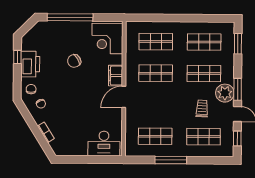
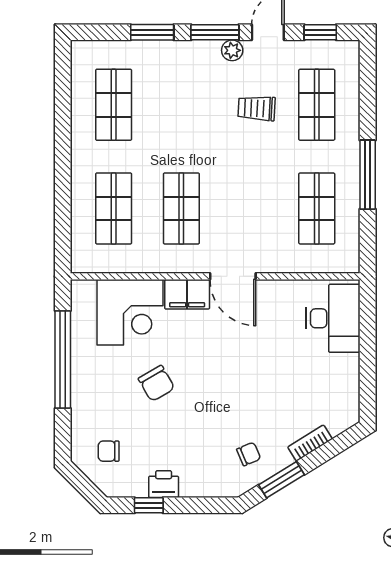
window: (70, 17) -> (63, 359), moved
corner desk: (107, 39) -> (130, 312), moved
window: (238, 44) -> (152, 32), moved
printer: (30, 64) -> (164, 484), width x0.53, depth x0.68
shop shelf: (204, 73) -> (181, 105), removed
chair: (31, 89) -> (109, 451), moved
plant: (225, 93) -> (232, 50), width x0.53, depth x0.53
window: (29, 119) -> (281, 480), added

